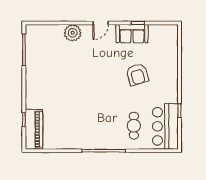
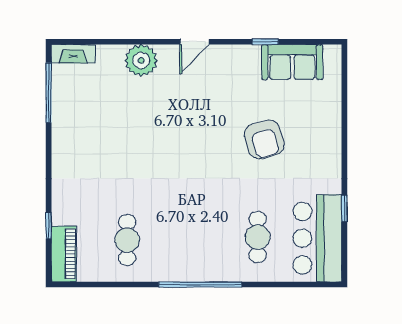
fireplace: (37, 29) -> (73, 54), added
sofa: (132, 34) -> (292, 62), moved
cafe table: (65, 127) -> (127, 240), added
piano: (34, 129) -> (64, 254), width x0.73, depth x0.75

